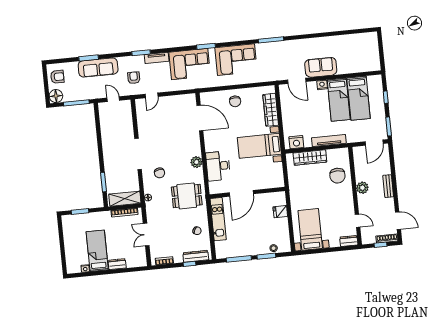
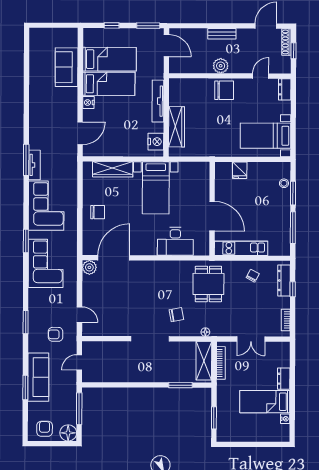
tv unit: (157, 58) -> (34, 165), moved
sofa: (321, 67) -> (67, 67), moved
plant: (196, 162) -> (89, 267), moved
chair: (337, 176) -> (224, 90), moved

